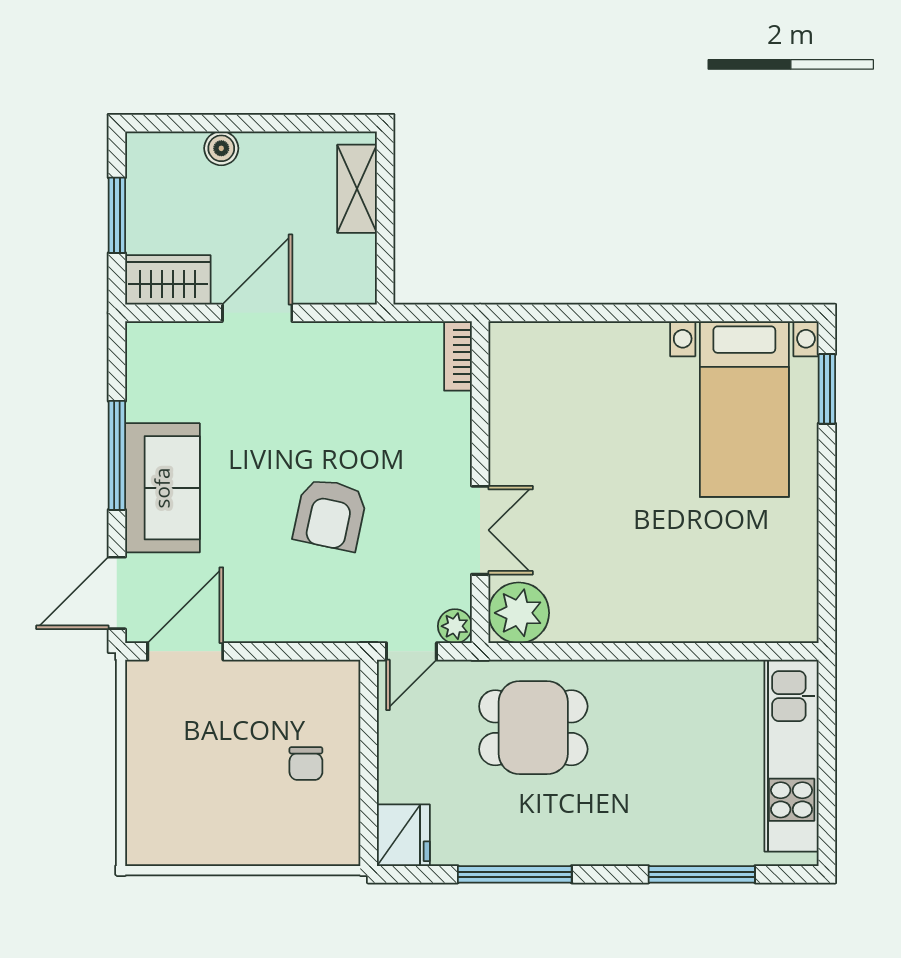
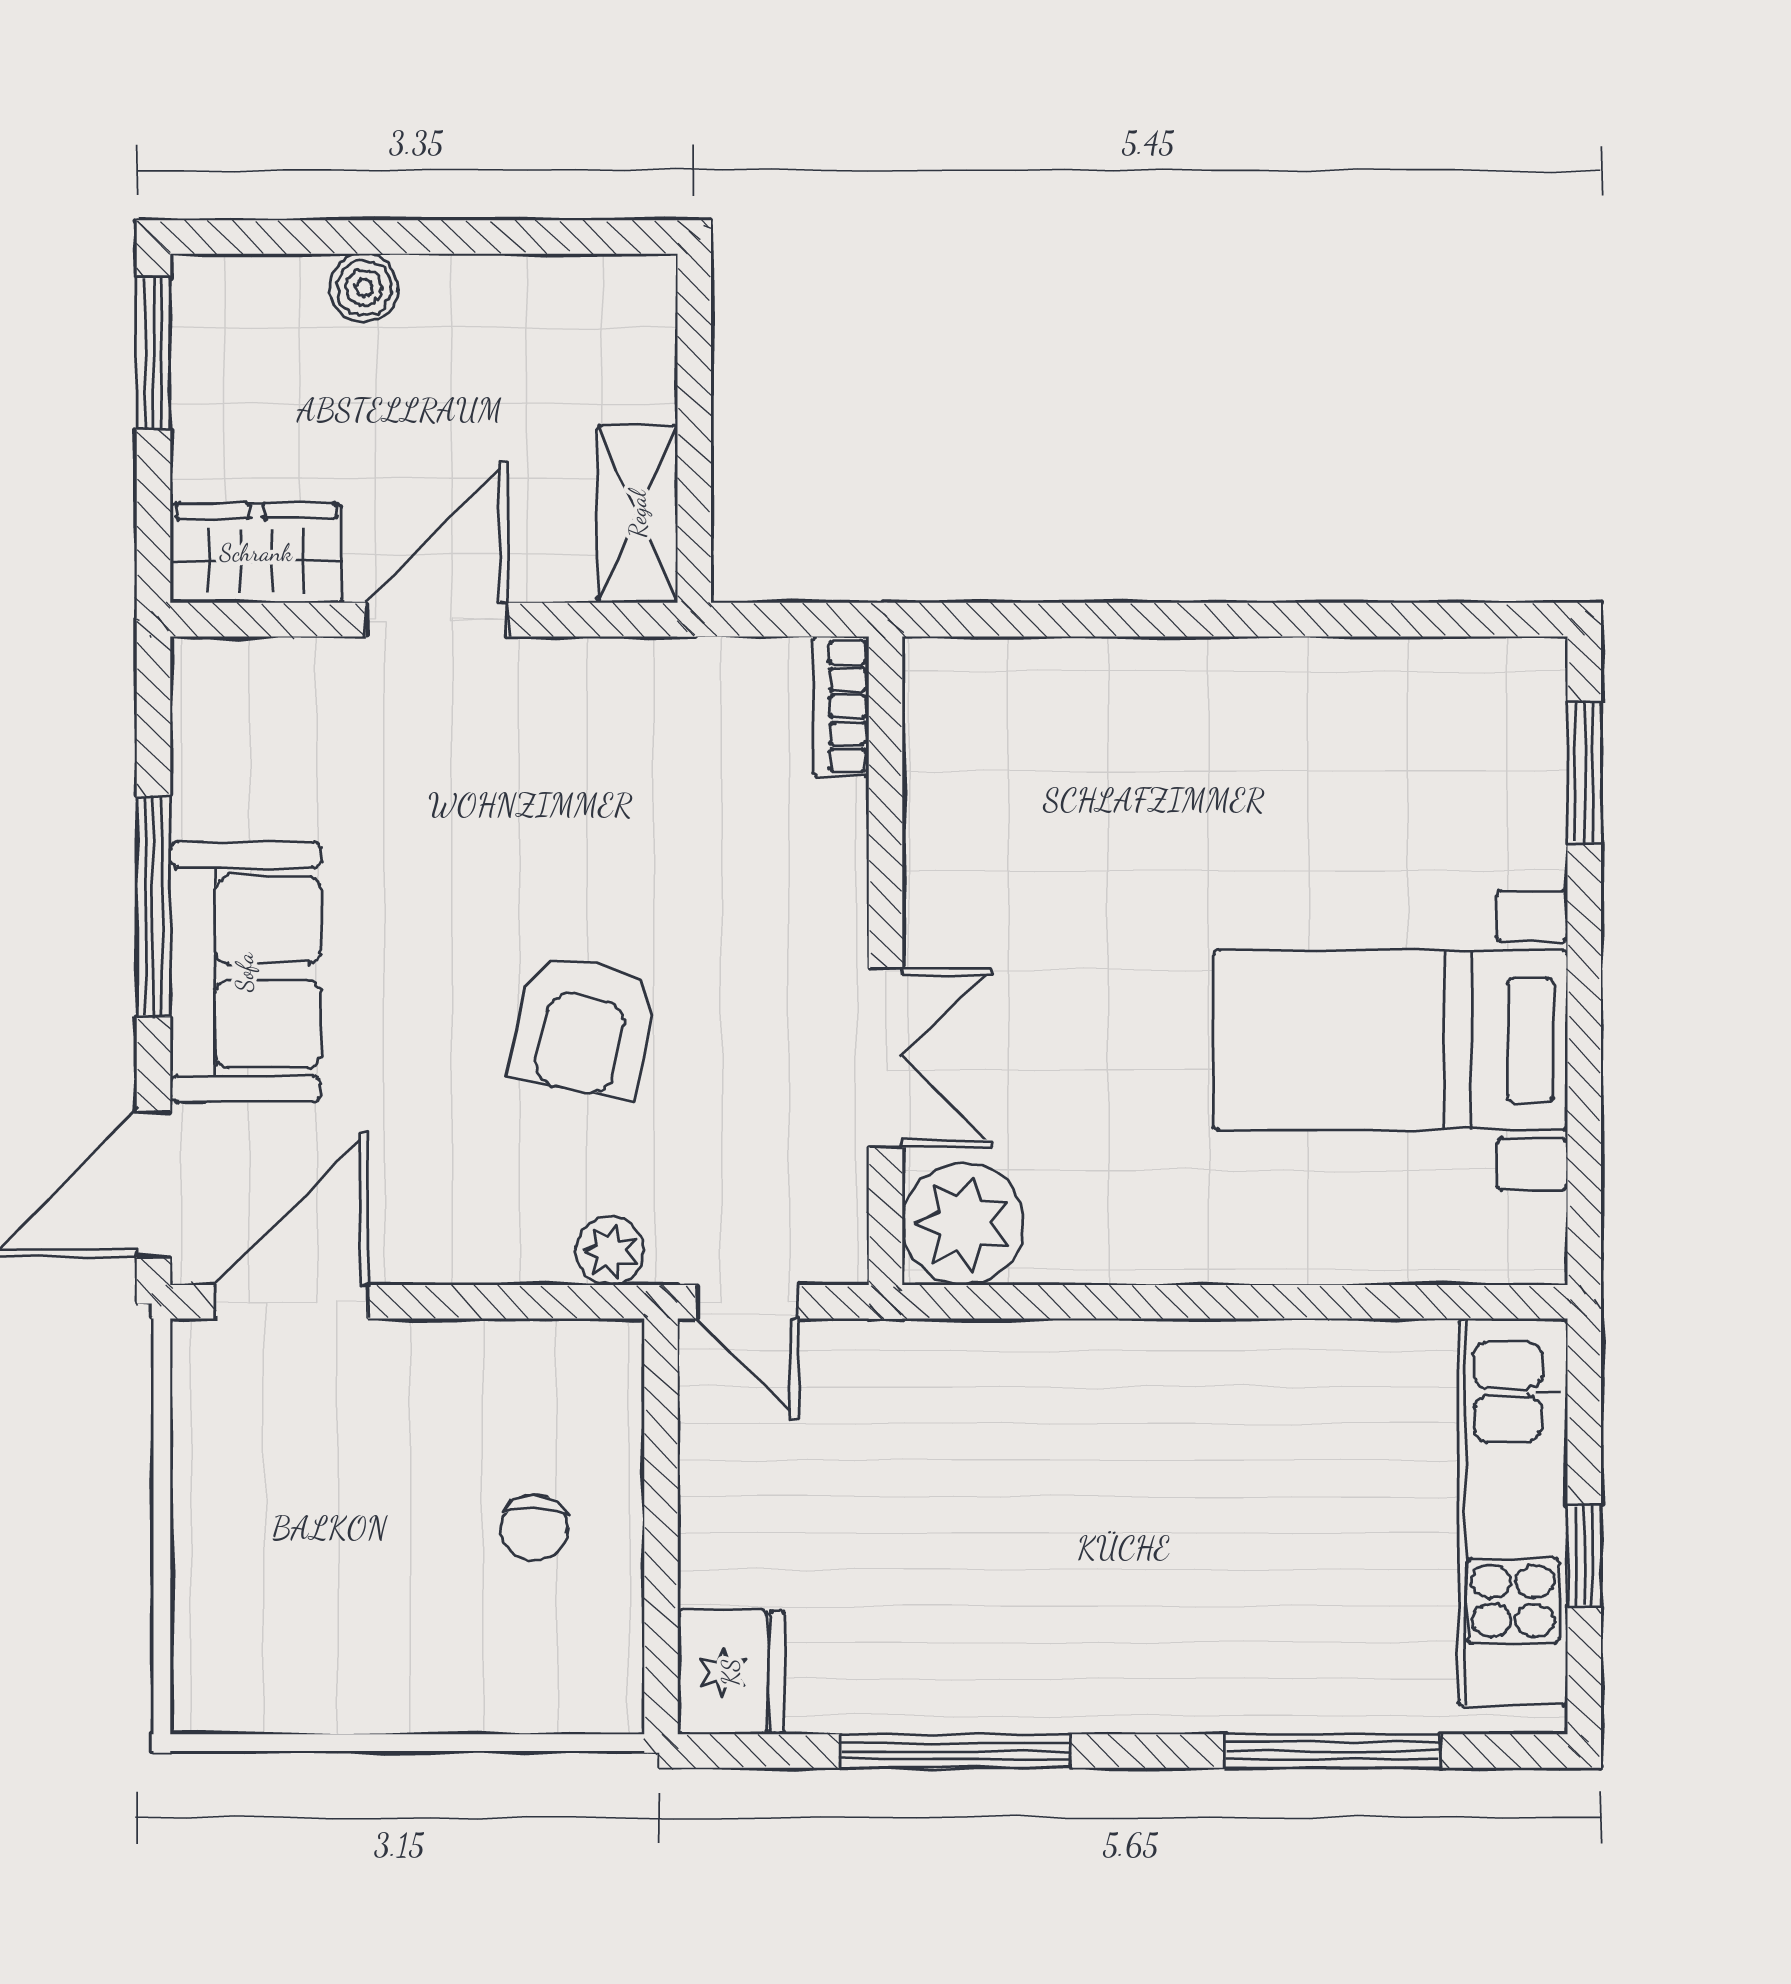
shelving: (357, 189) -> (638, 514), moved
window: (117, 215) -> (154, 353), moved
bed with nightstands: (744, 409) -> (1391, 1040), moved, turned 90
plant: (455, 626) -> (610, 1251), moved
door: (411, 651) -> (747, 1302), hinge flipped
dining table: (533, 728) -> (993, 1456), removed
window: (827, 778) -> (1584, 1556), added

